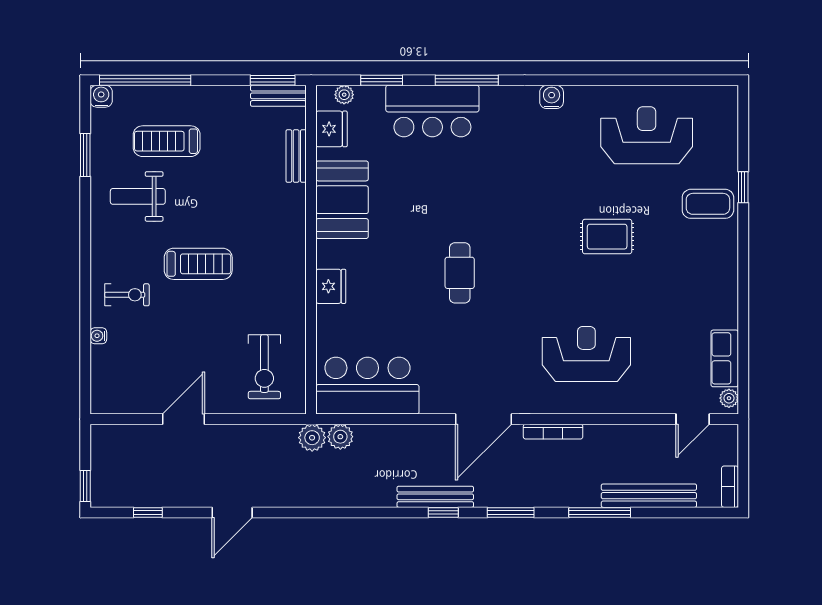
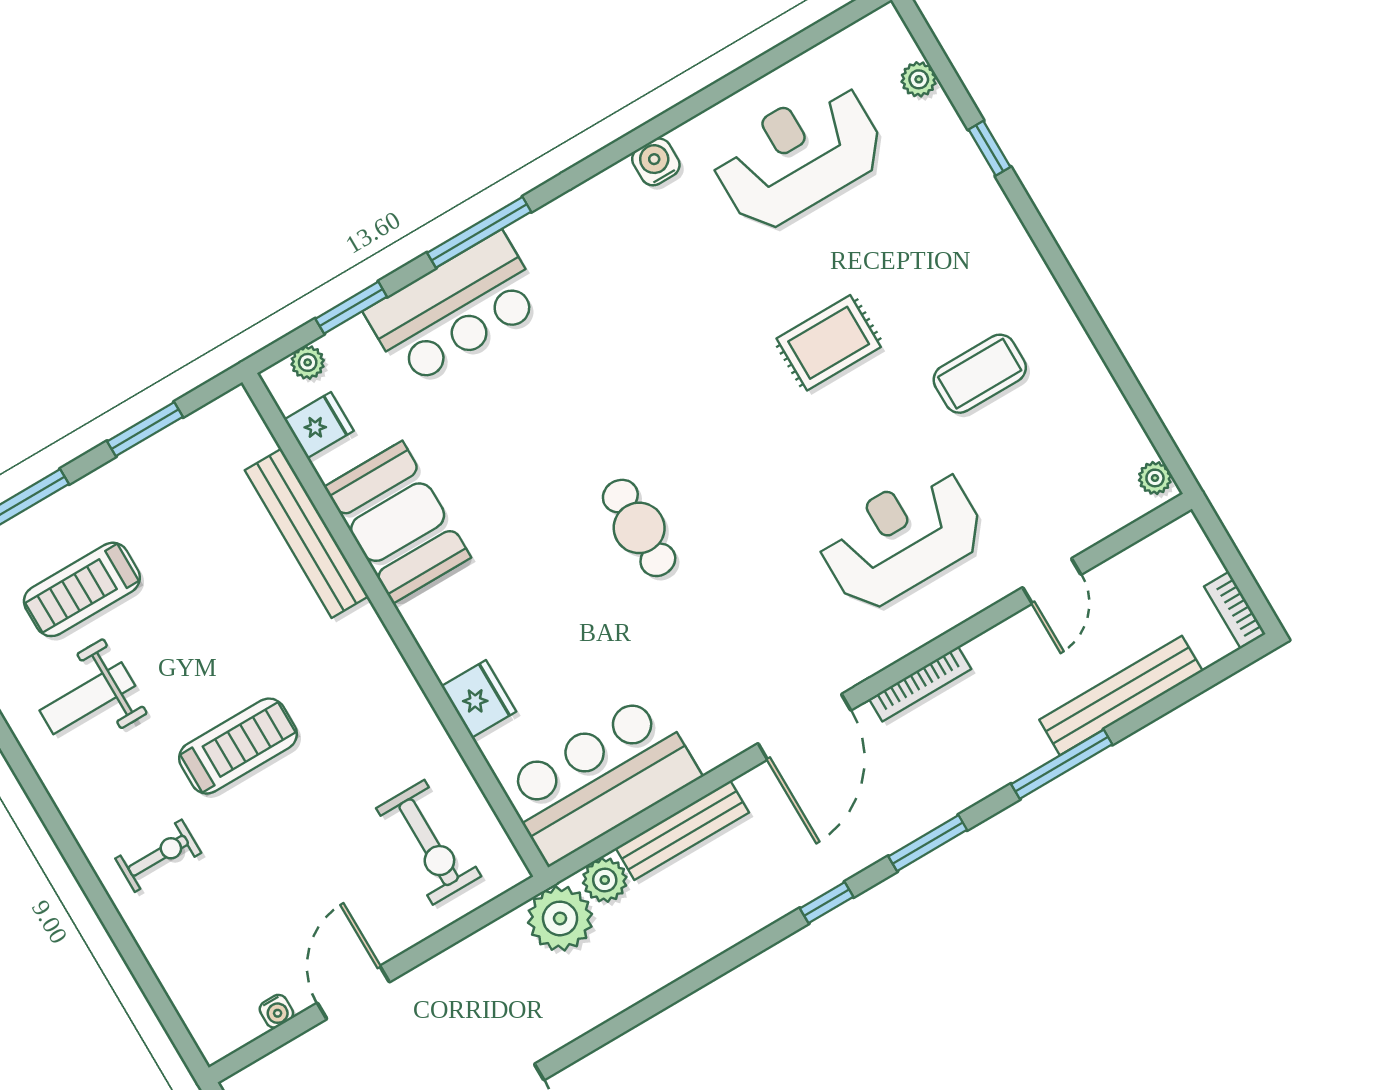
window: (273, 80) -> (145, 429), moved
bench: (278, 96) -> (210, 422), removed
water cooler: (552, 97) -> (656, 162), moved
fridge: (332, 129) -> (319, 425), width x0.72
plant: (728, 133) -> (919, 79), added
bench: (296, 156) -> (307, 533), width x1.86, depth x1.21
coffee table: (708, 204) -> (980, 374), moved
fridge: (331, 286) -> (479, 699), moved
water cooler: (98, 336) -> (276, 1011), moved, turned -90
row of seats: (725, 358) -> (1113, 422), removed
door: (693, 419) -> (1052, 581), moved
plant: (312, 438) -> (560, 918), width x1.36, depth x1.36
bench: (435, 497) -> (682, 830), moved

